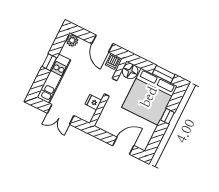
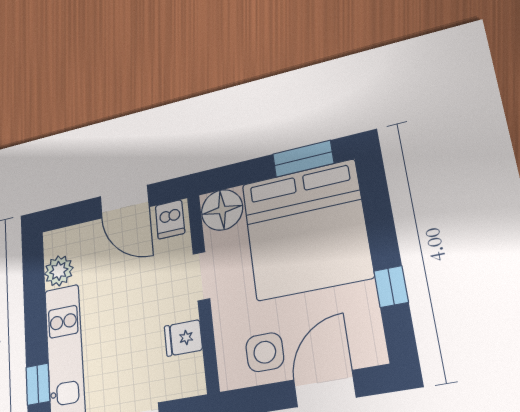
plant: (72, 40) -> (59, 271), moved
window: (49, 62) -> (38, 384), moved
window: (167, 116) -> (391, 287), moved
side table: (114, 124) -> (265, 352), added

